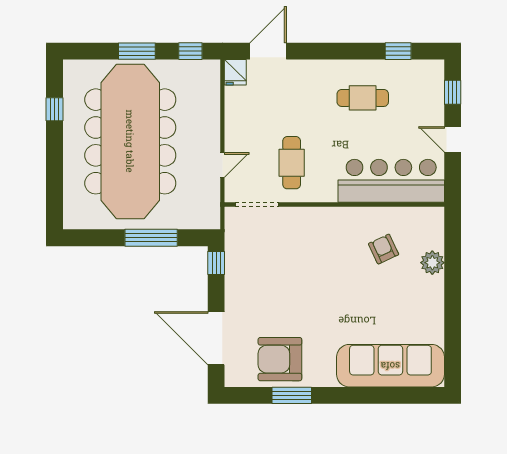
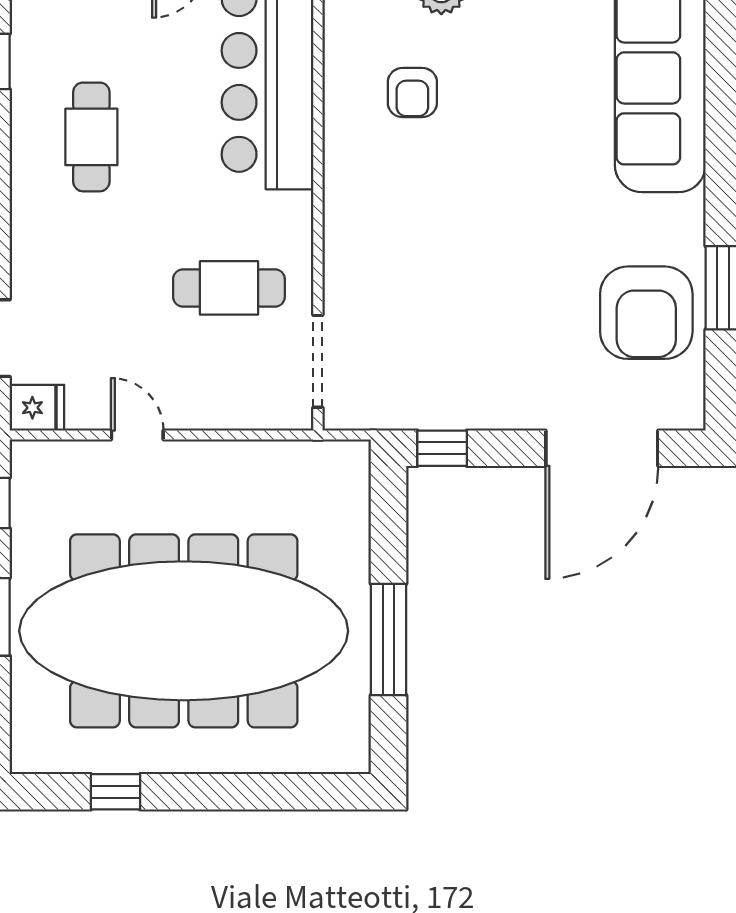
door: (222, 165) -> (137, 435), moved
window: (151, 238) -> (388, 639), moved
armchair: (384, 249) -> (412, 93), turned -65

